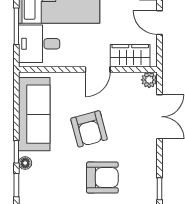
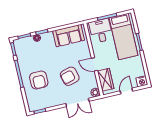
sofa: (34, 114) -> (69, 36), width x0.73
armchair: (89, 129) -> (70, 76), moved

